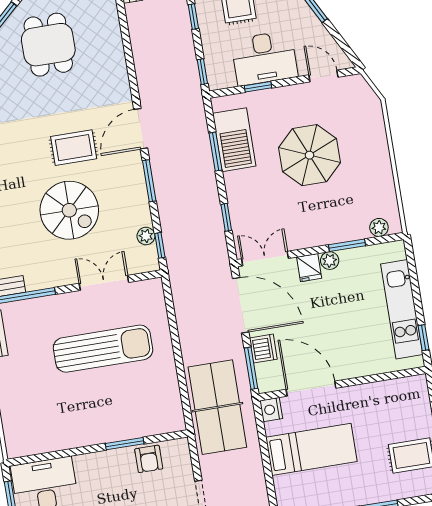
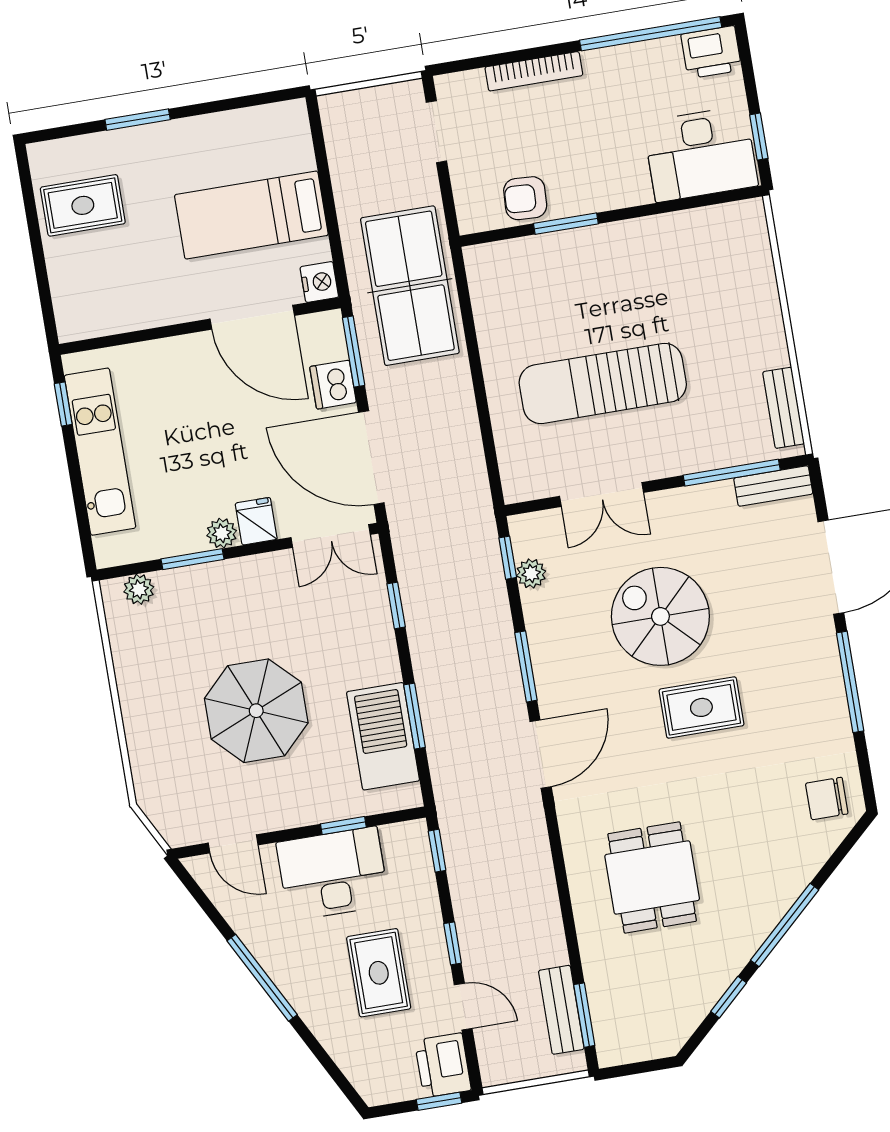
dining table: (48, 45) -> (652, 877), moved
rug: (74, 148) -> (701, 707), moved
armchair: (149, 459) -> (525, 198), turned -87

